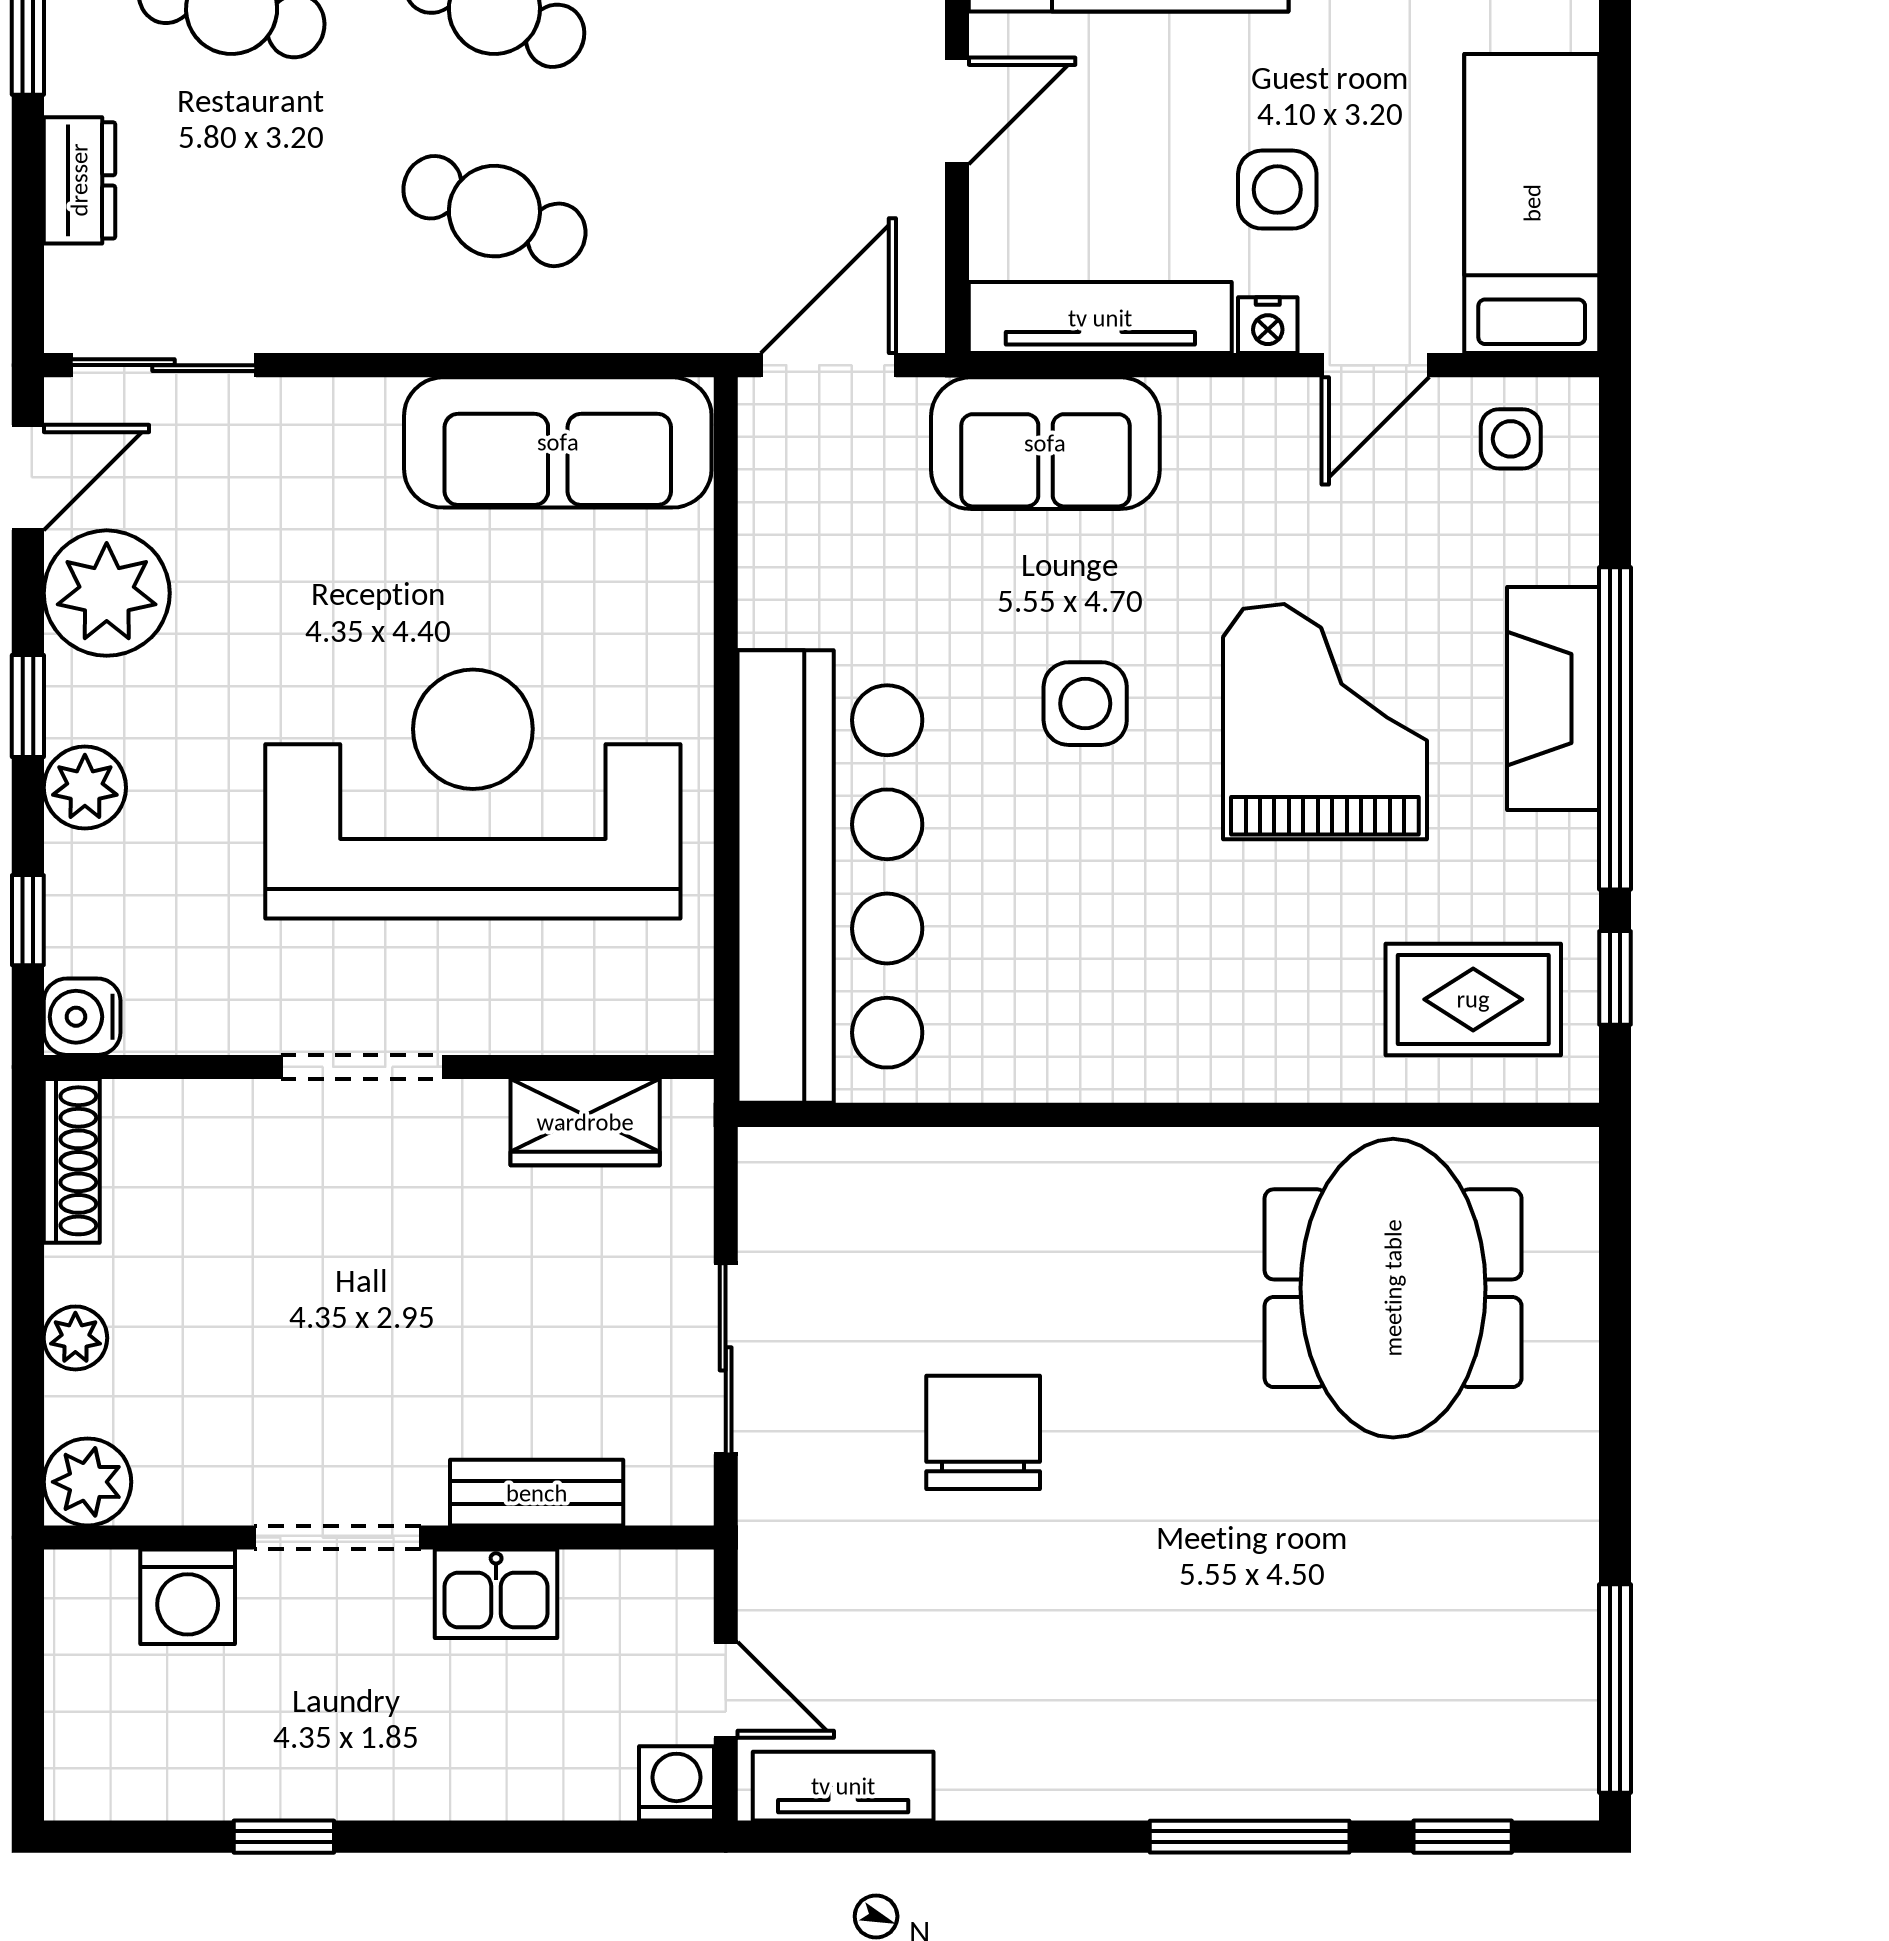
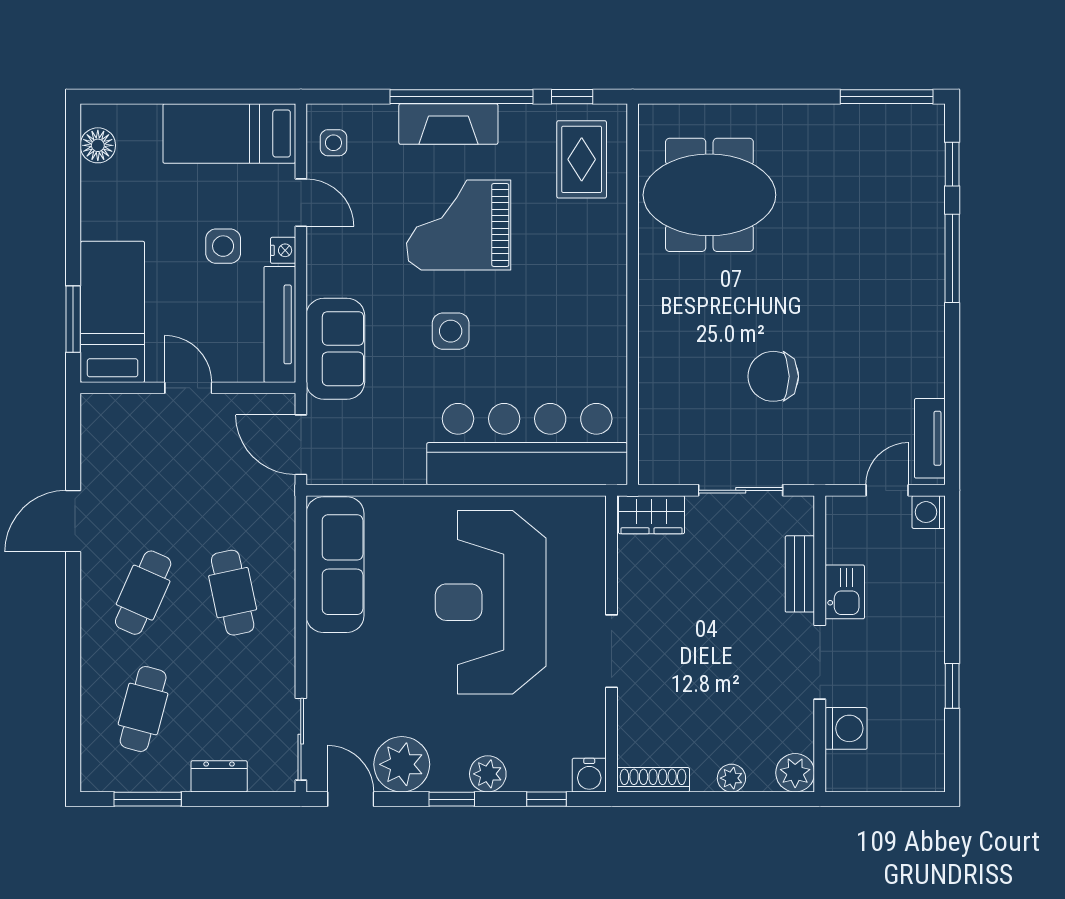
cafe table: (494, 211) -> (233, 593), turned -33
wardrobe: (585, 1122) -> (652, 515), moved, turned 90

